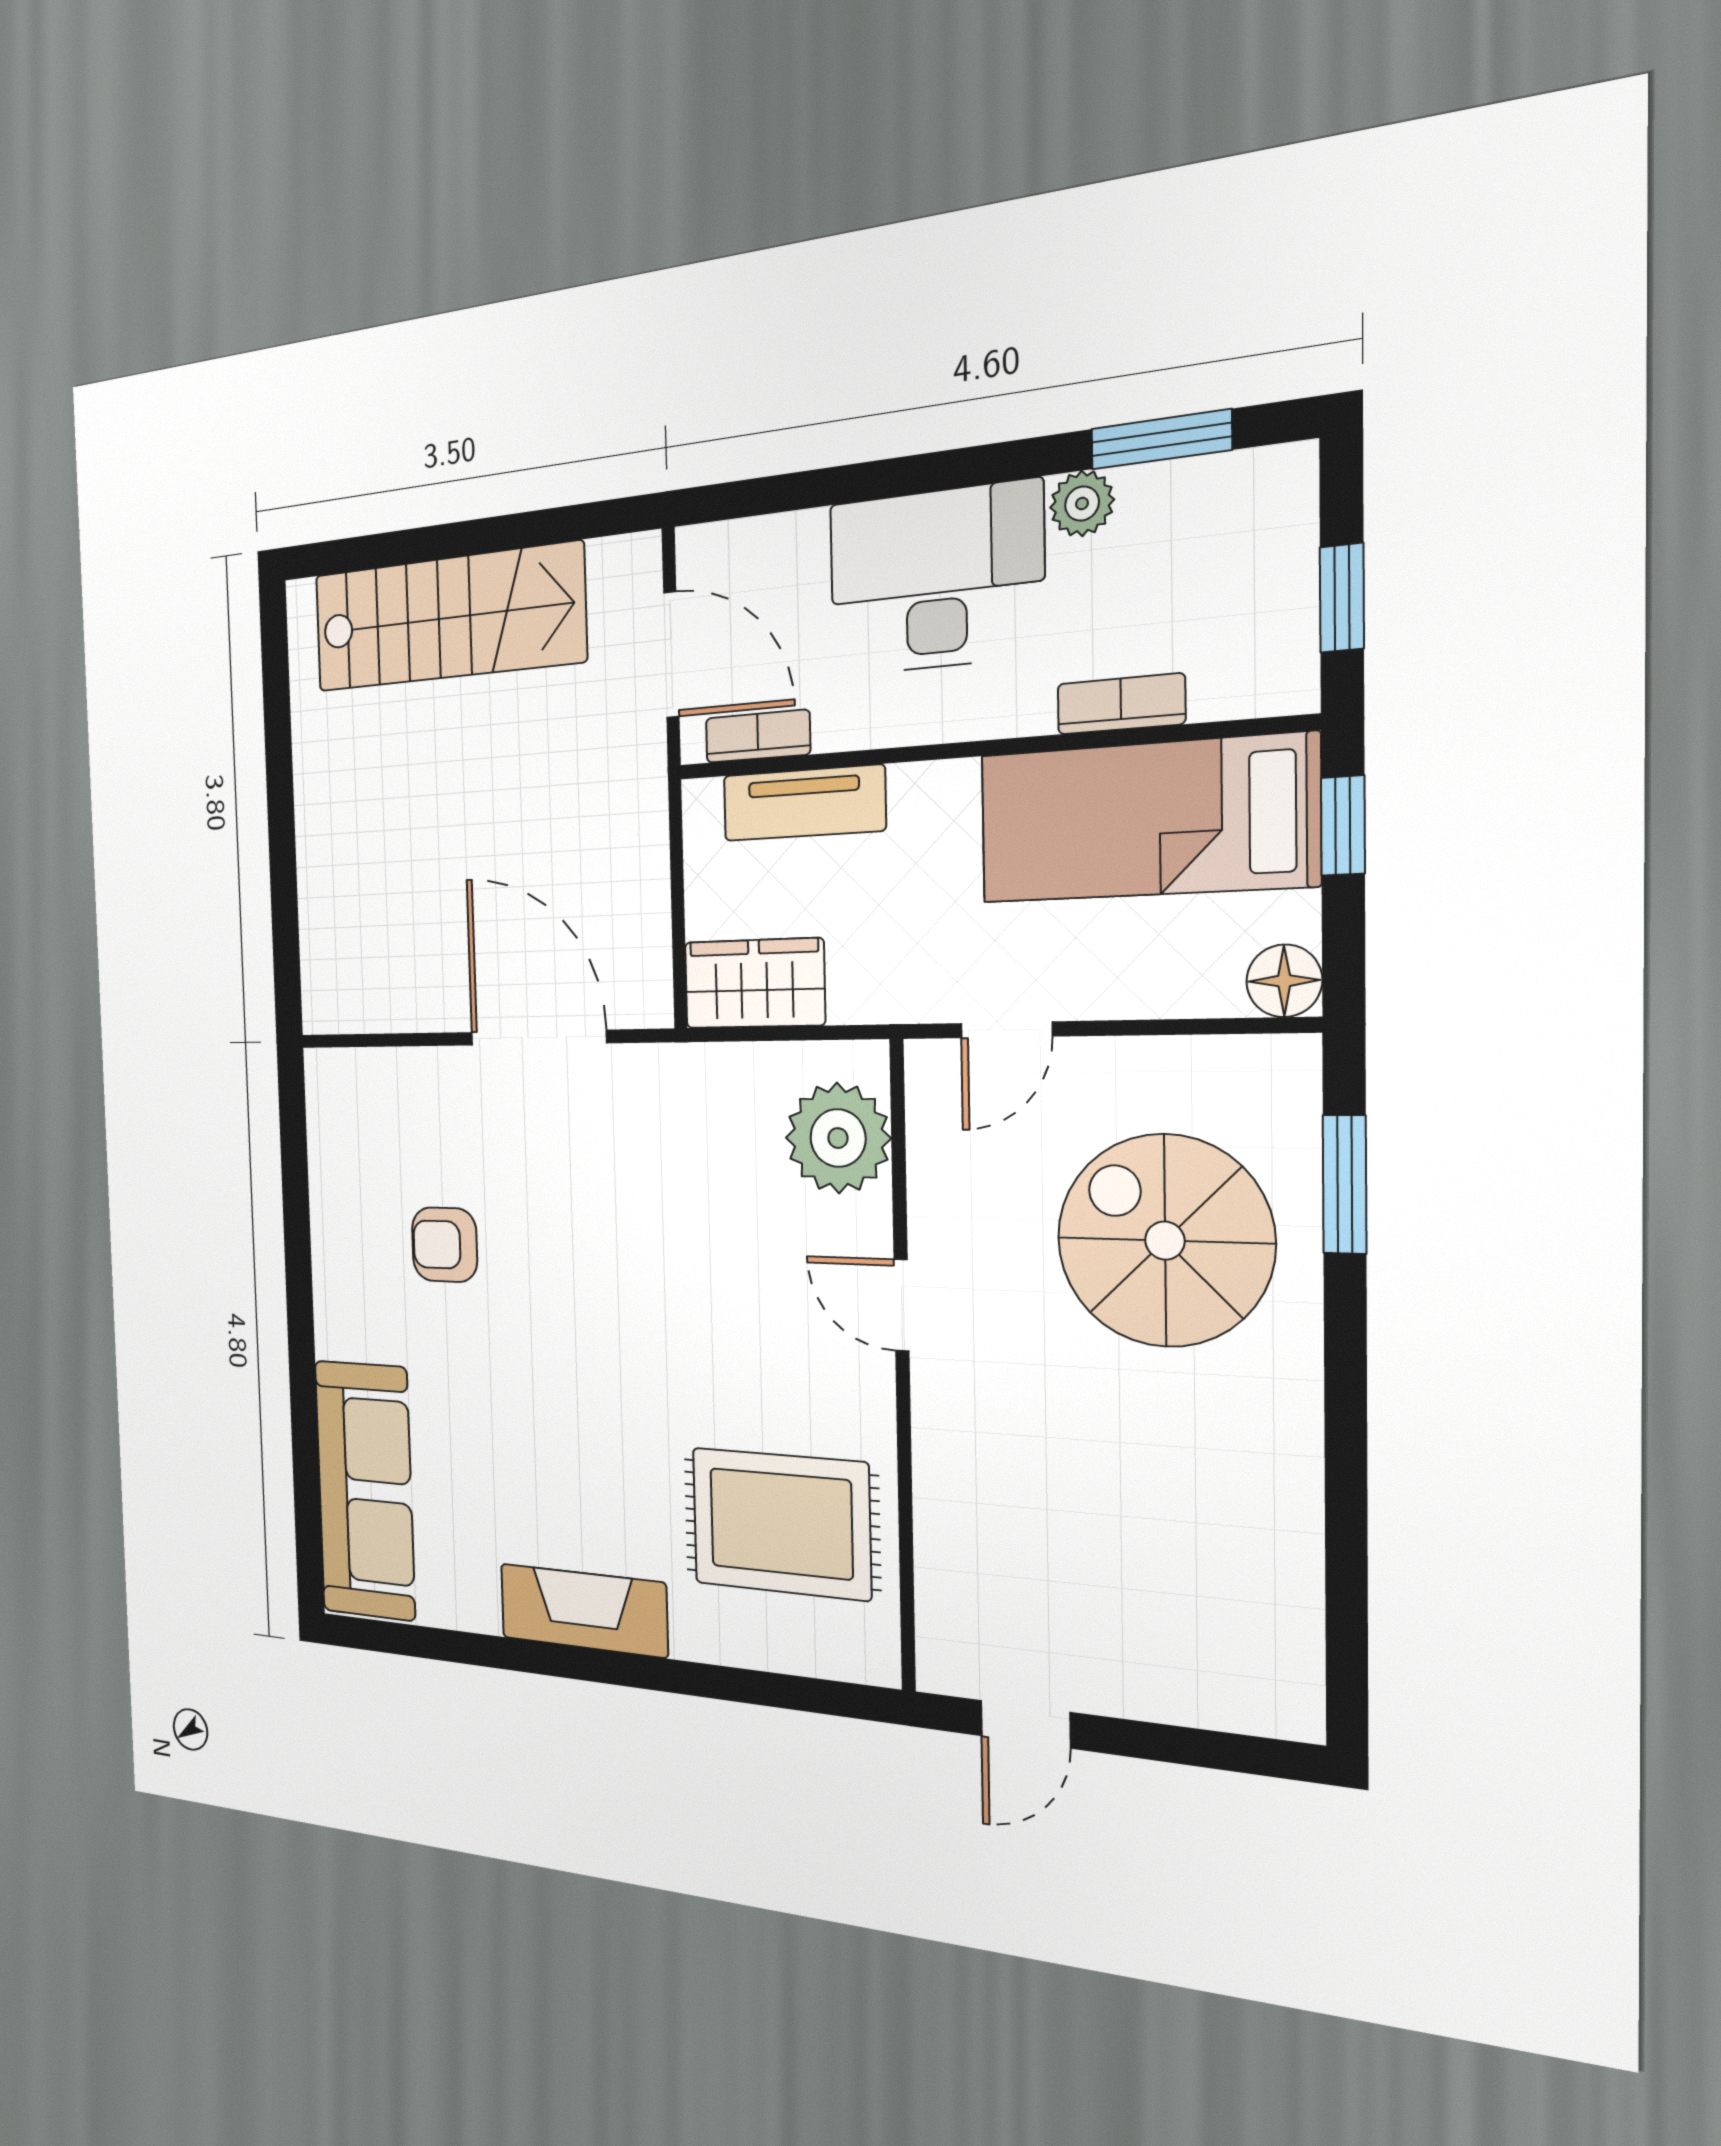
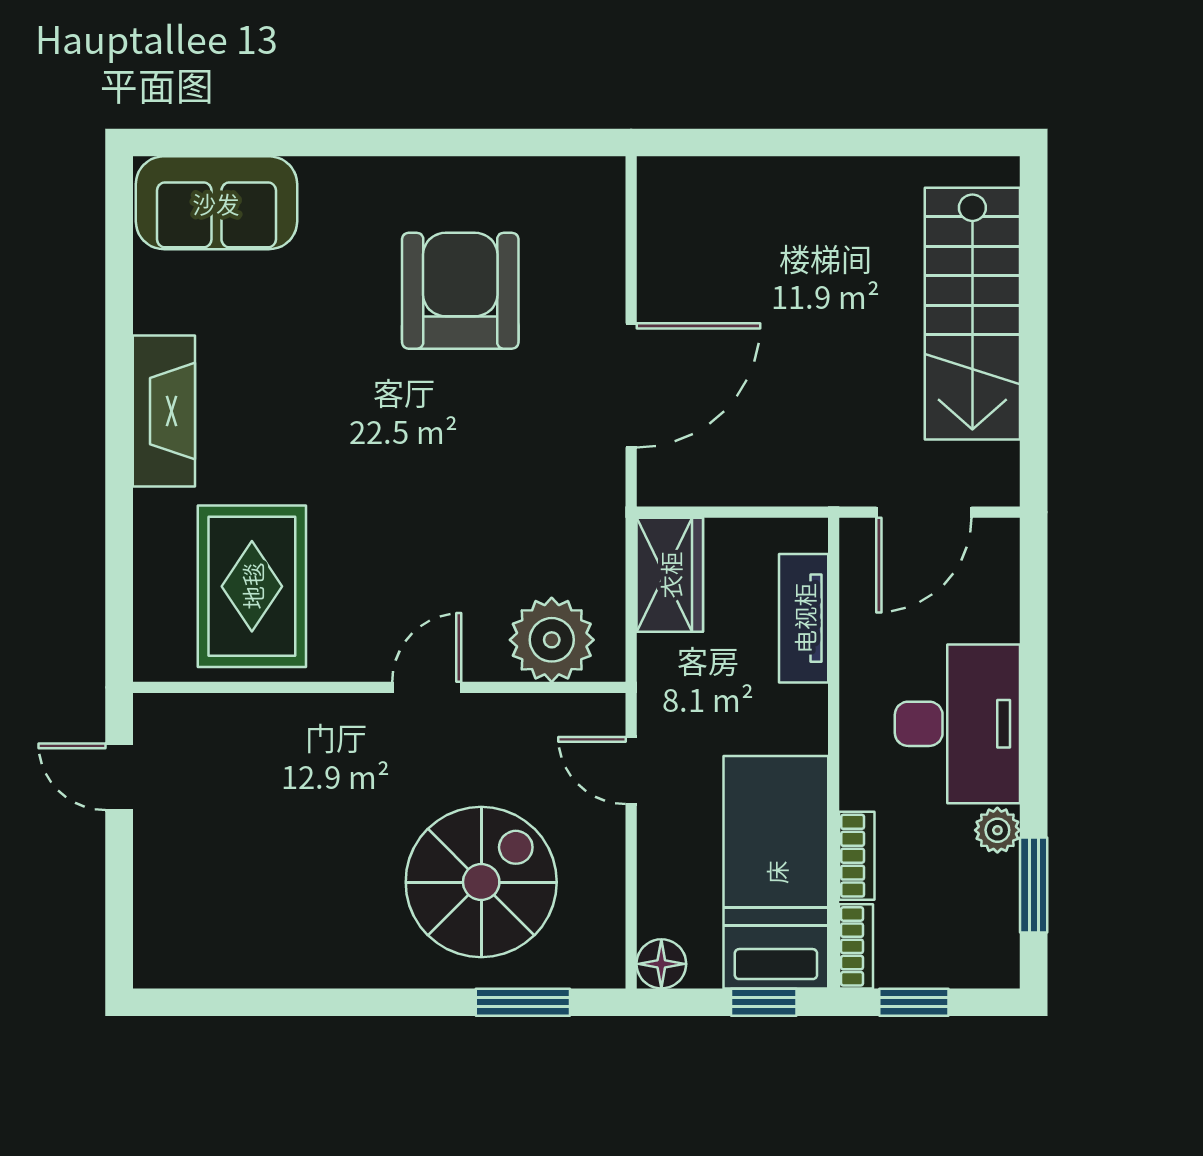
bookcase: (758, 736) -> (856, 946), moved
armchair: (445, 1245) -> (460, 291), width x1.88, depth x1.88
sofa: (365, 1490) -> (216, 203), width x0.73

